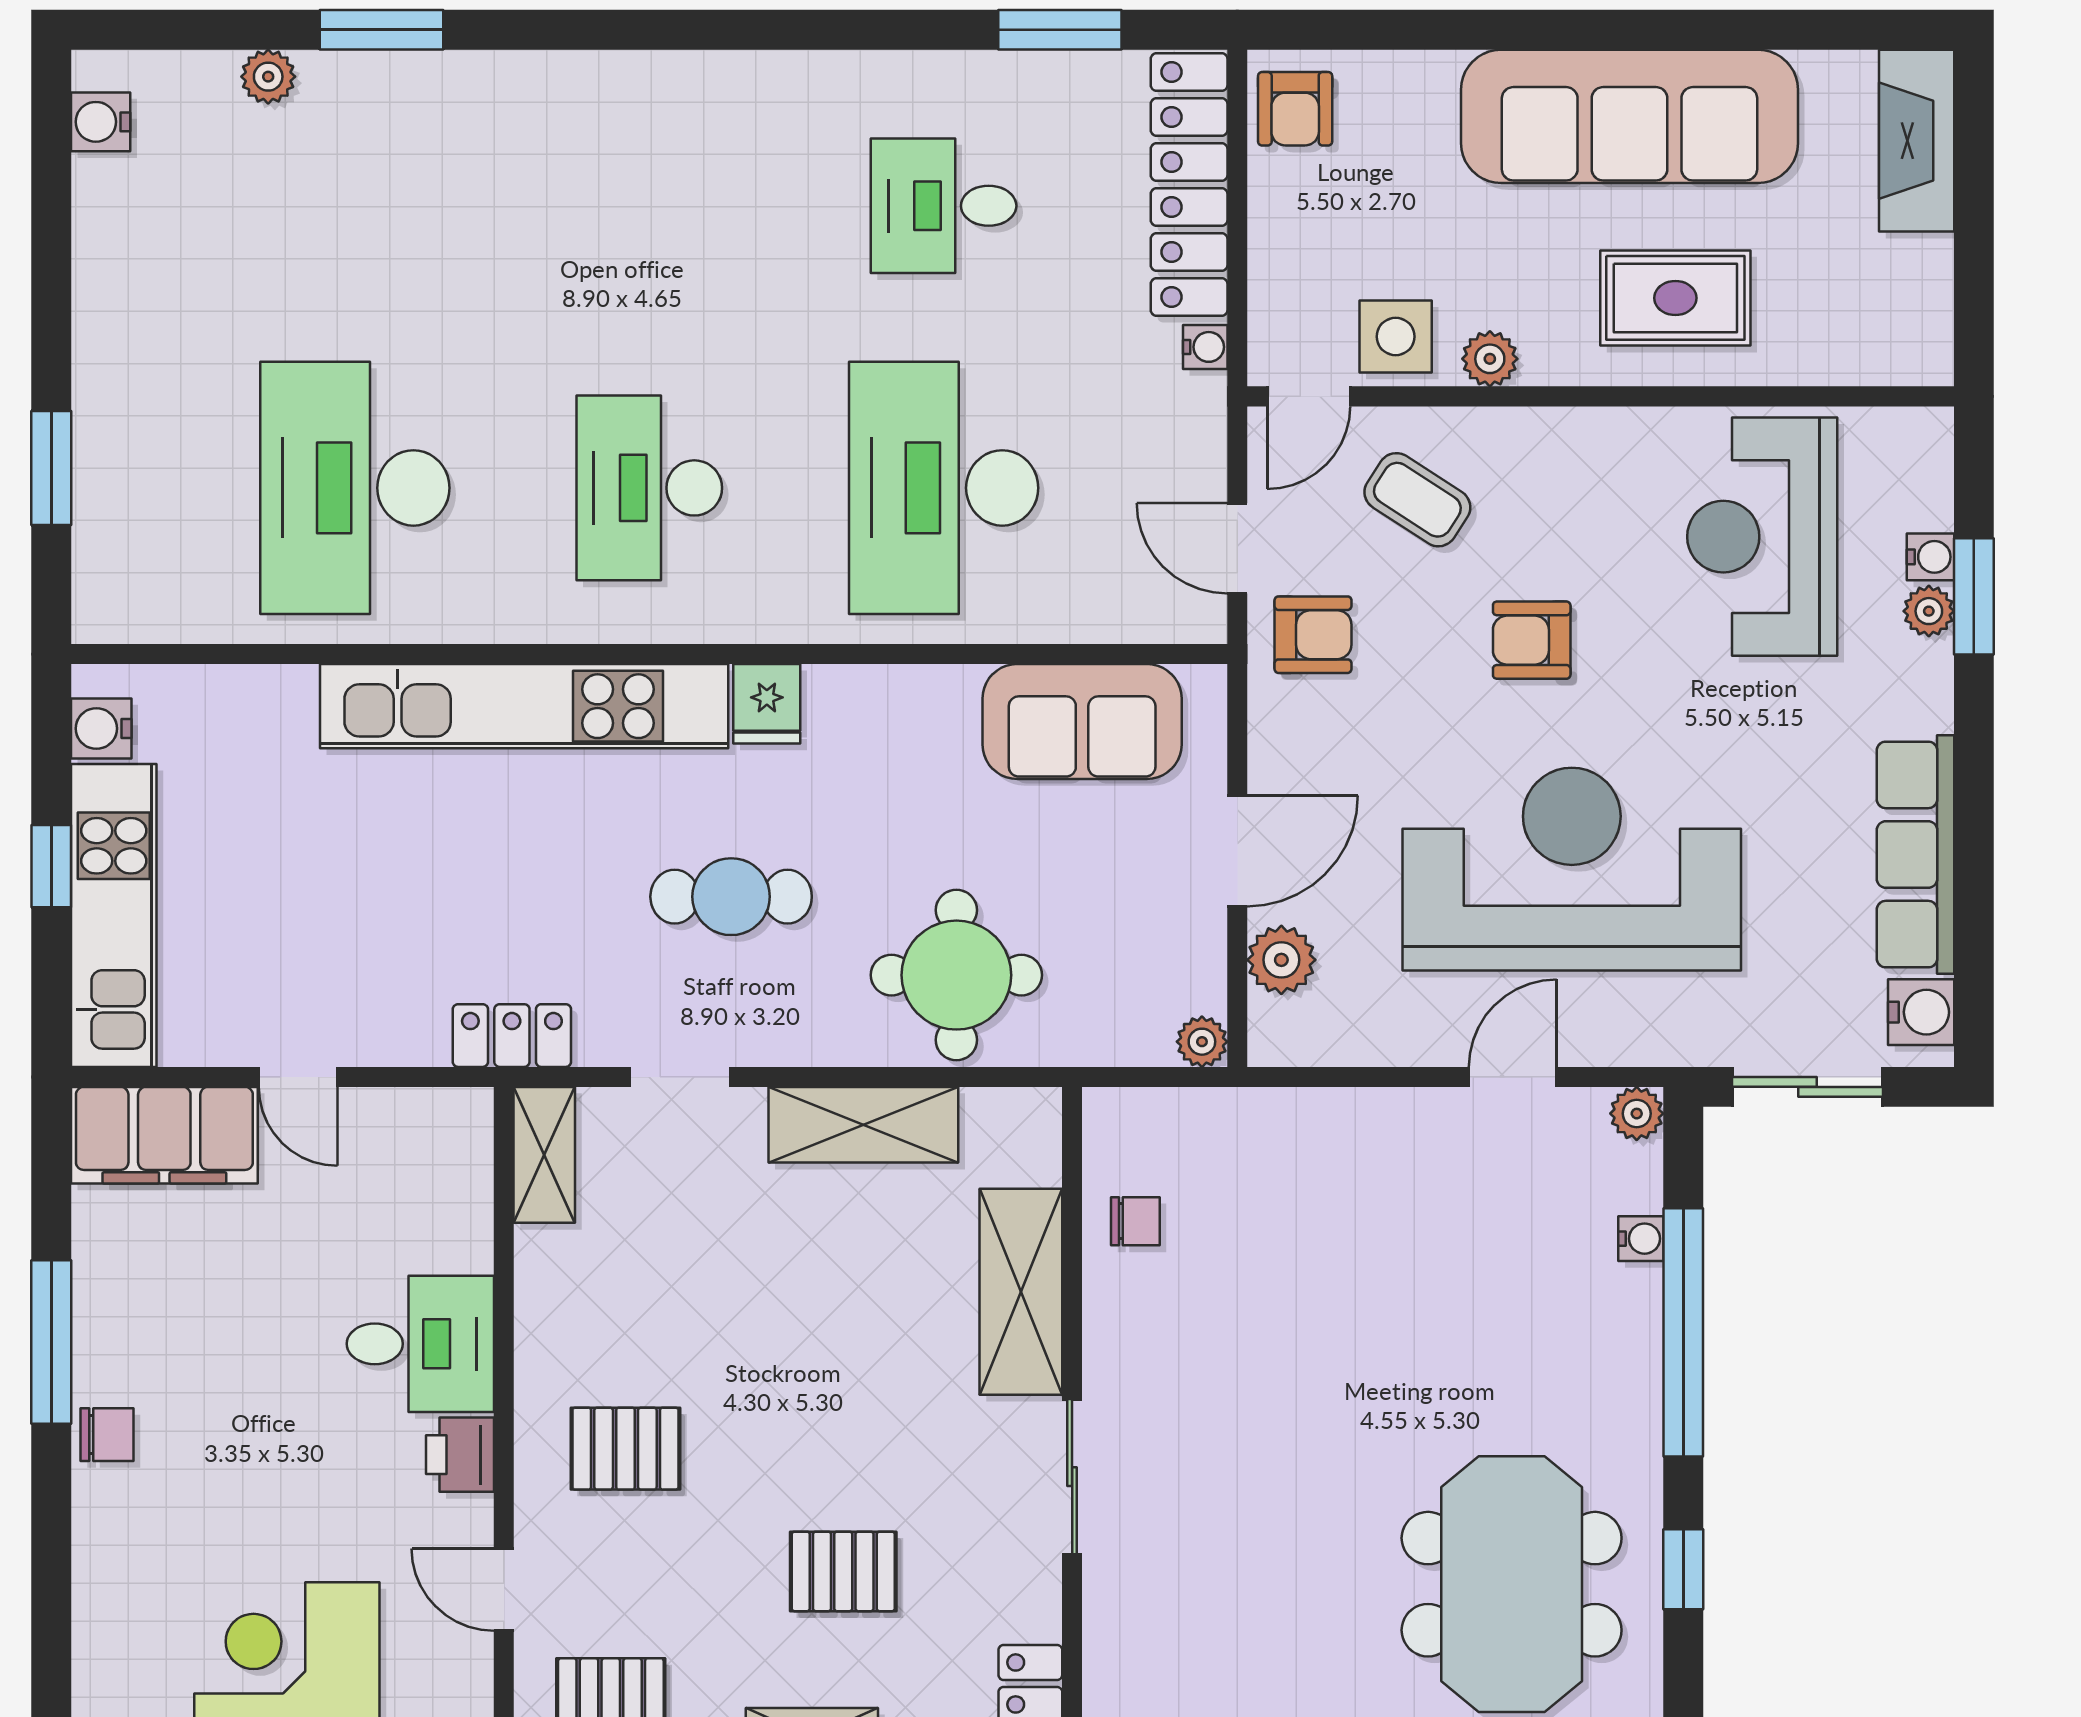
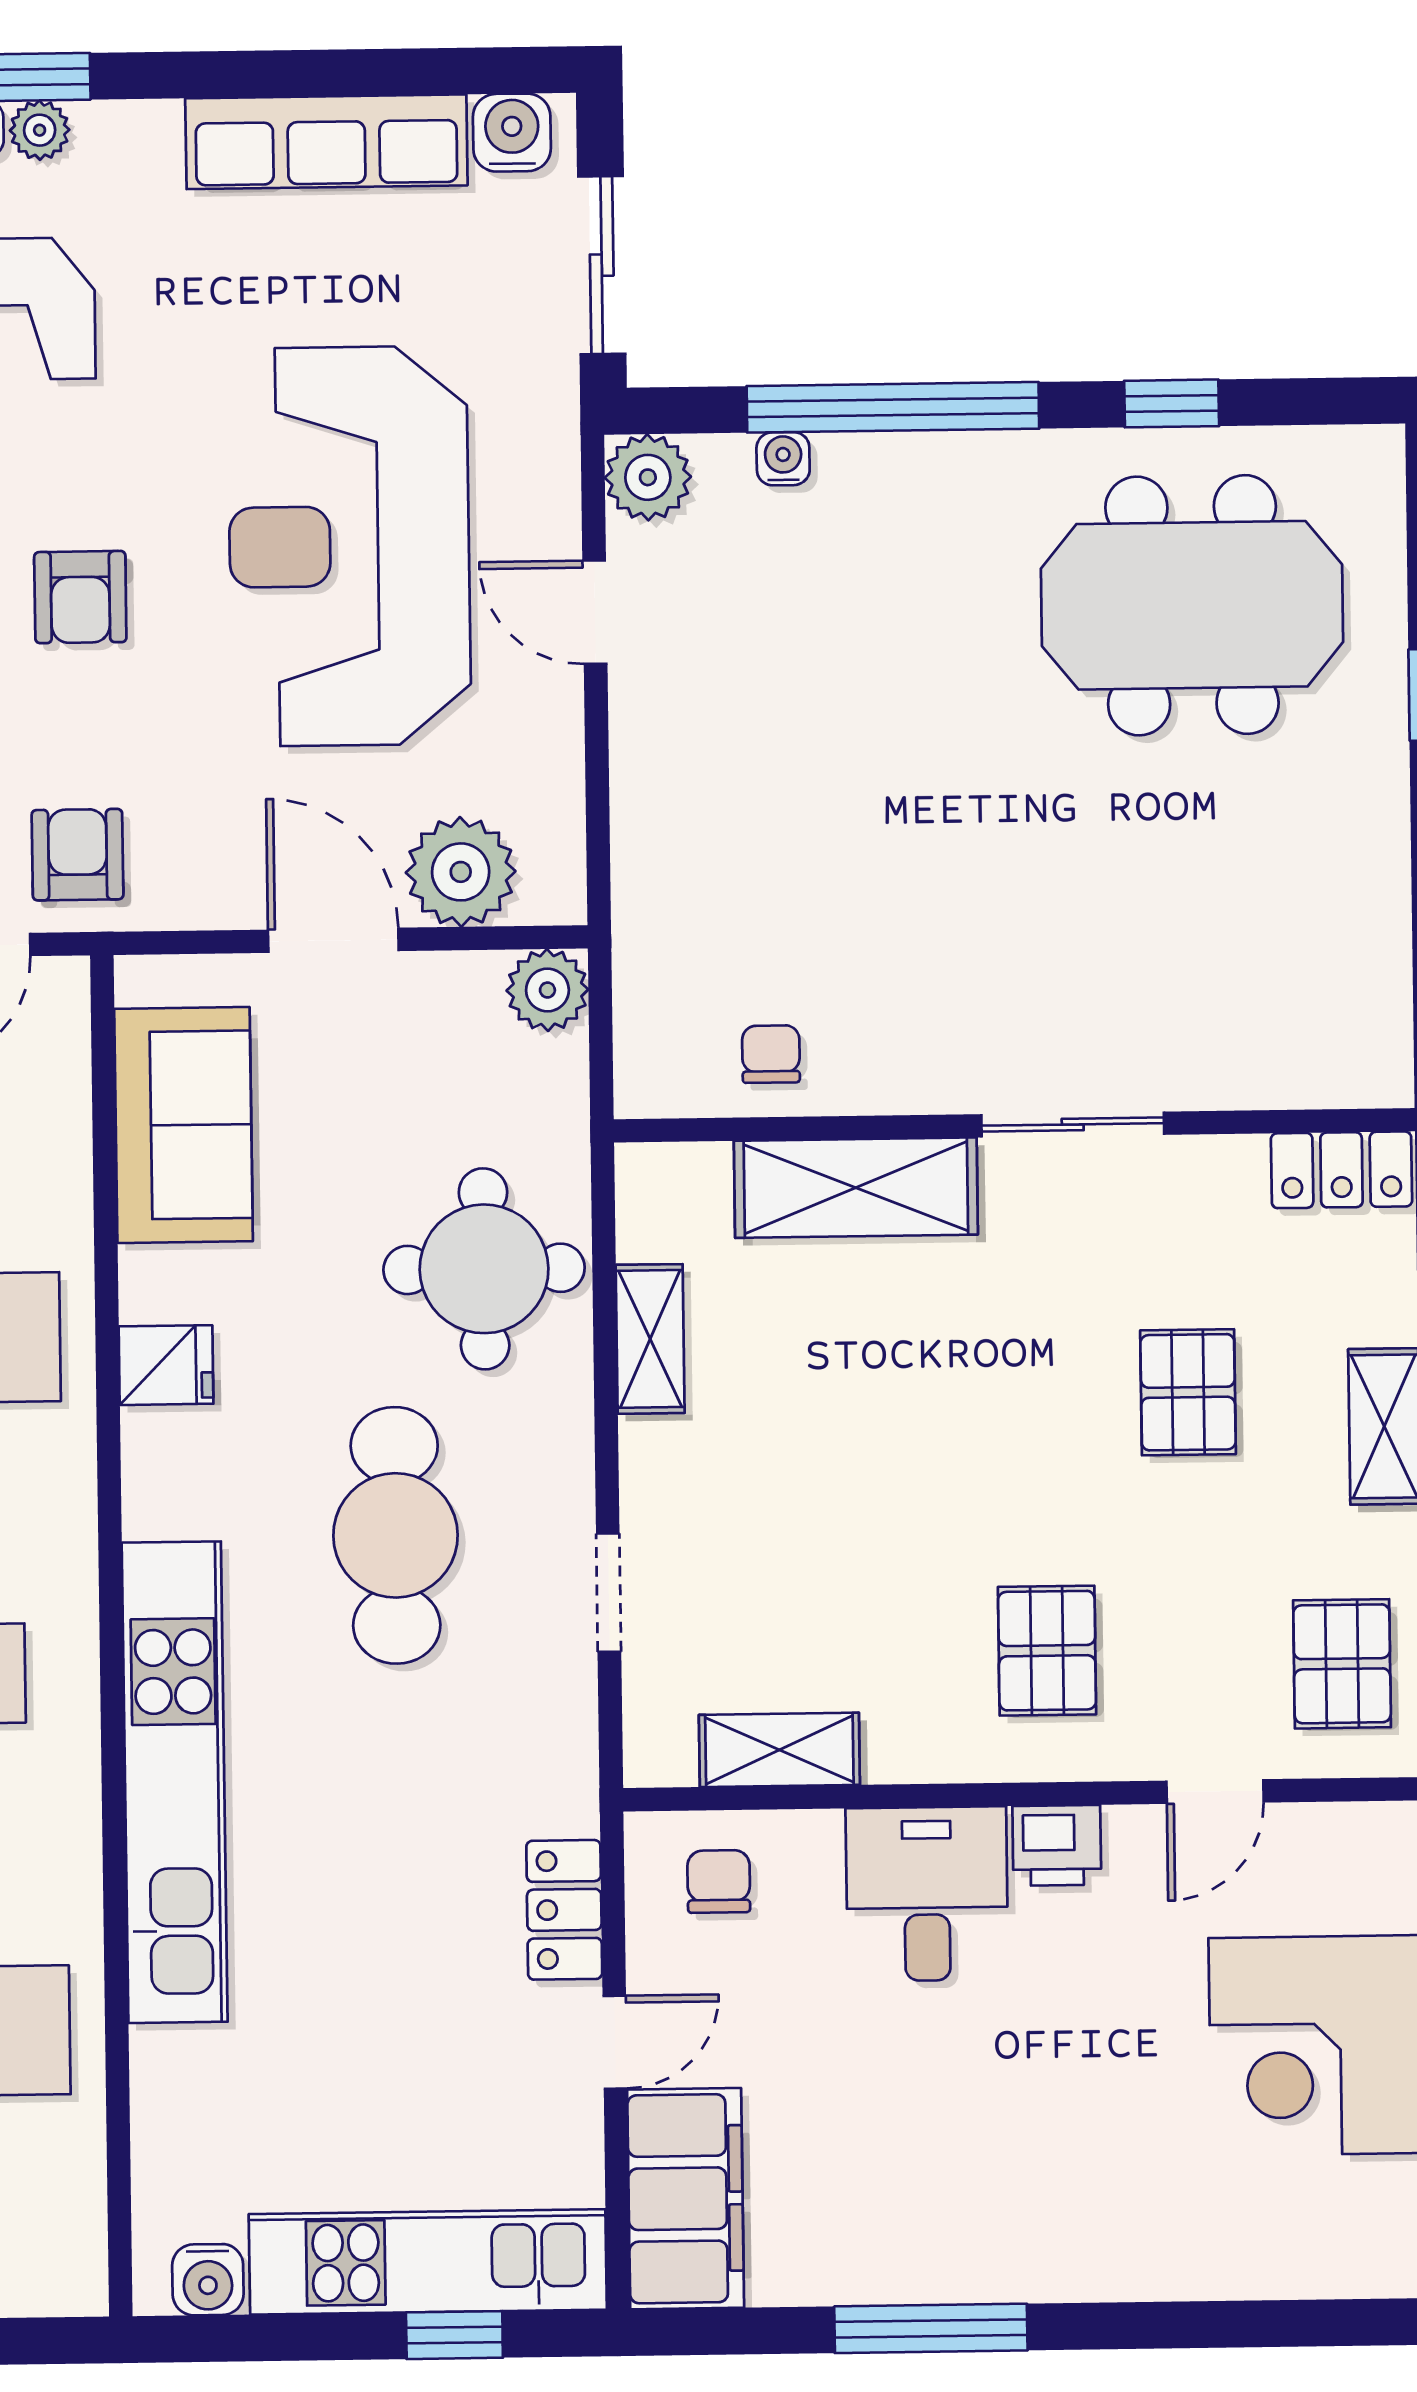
fridge: (767, 704) -> (166, 1365), moved
window: (51, 866) -> (454, 2335), moved
cafe table: (731, 897) -> (395, 1535), width x1.37, depth x1.35
plant: (1281, 960) -> (461, 872), width x1.36, depth x1.36
locker: (512, 1036) -> (564, 1910), moved
plant: (1202, 1042) -> (547, 990), width x1.38, depth x1.38
plant: (1637, 1114) -> (648, 477), width x1.38, depth x1.38
shelving: (863, 1125) -> (650, 1339), width x0.67, depth x0.75
shelving: (544, 1155) -> (779, 1750), moved
chair: (107, 1435) -> (719, 1881), moved

